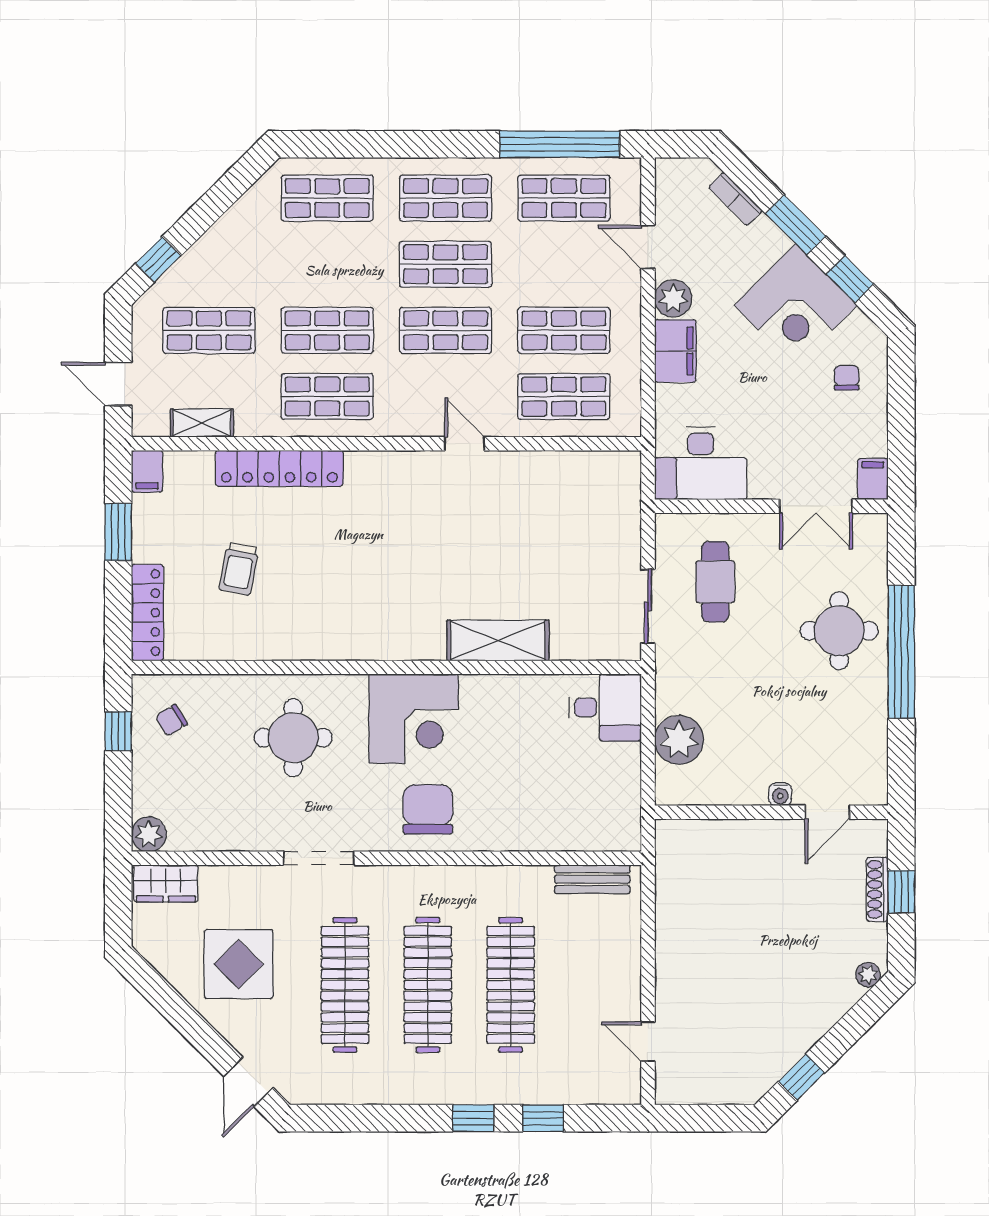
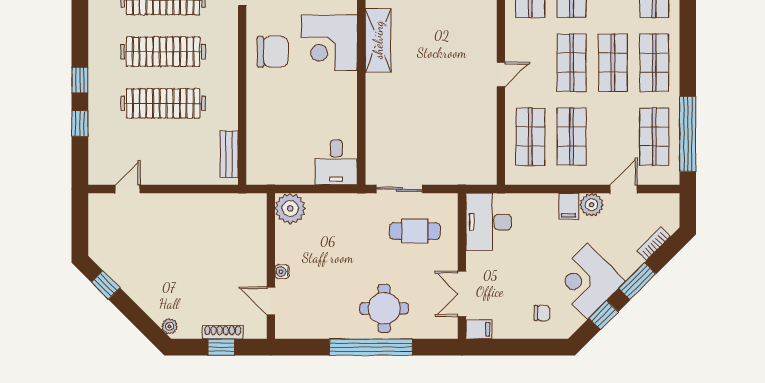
filing cabinet: (675, 351) -> (569, 206), width x0.50
shelving: (498, 640) -> (378, 40), moved
plant: (679, 740) -> (290, 208), moved

